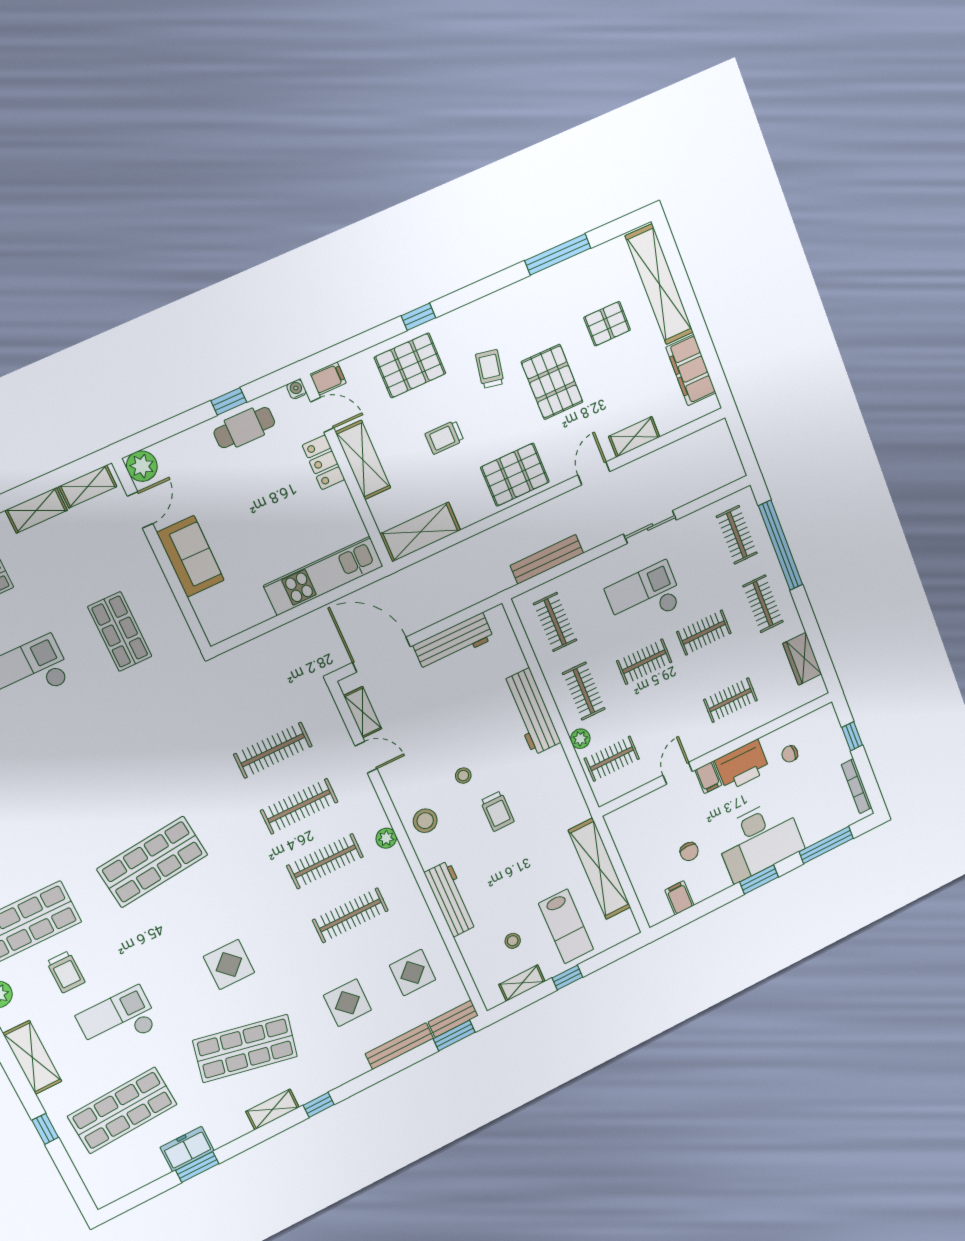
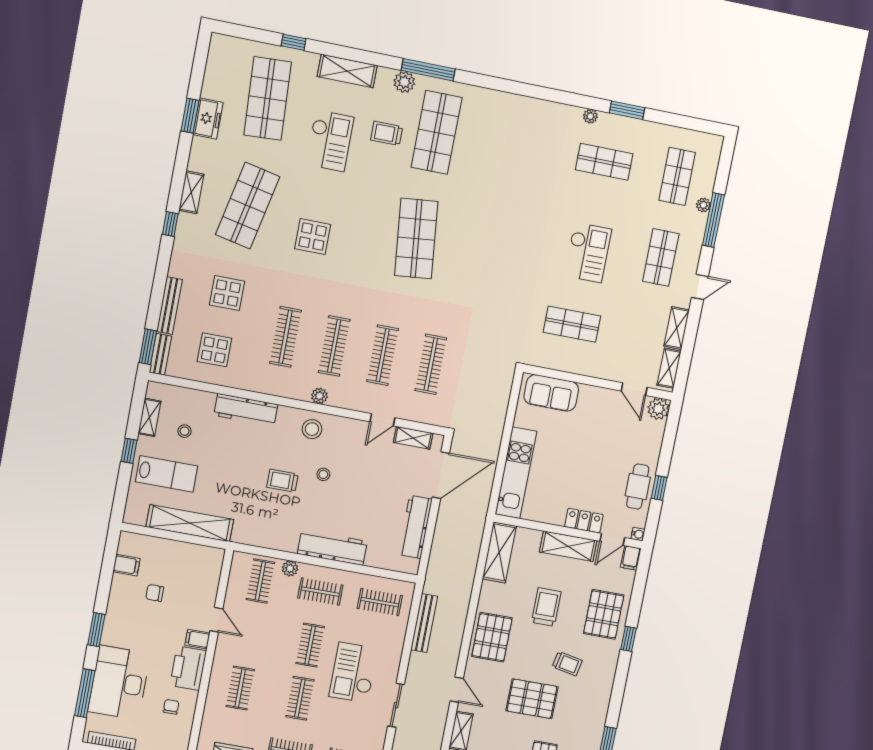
trolley: (444, 437) -> (546, 607), width x1.36, depth x1.39
sofa: (190, 556) -> (551, 393), moved
checkout: (644, 597) -> (353, 673), turned 180
desk: (759, 840) -> (119, 683), moved
lab bench: (566, 926) -> (167, 474), turned 180

